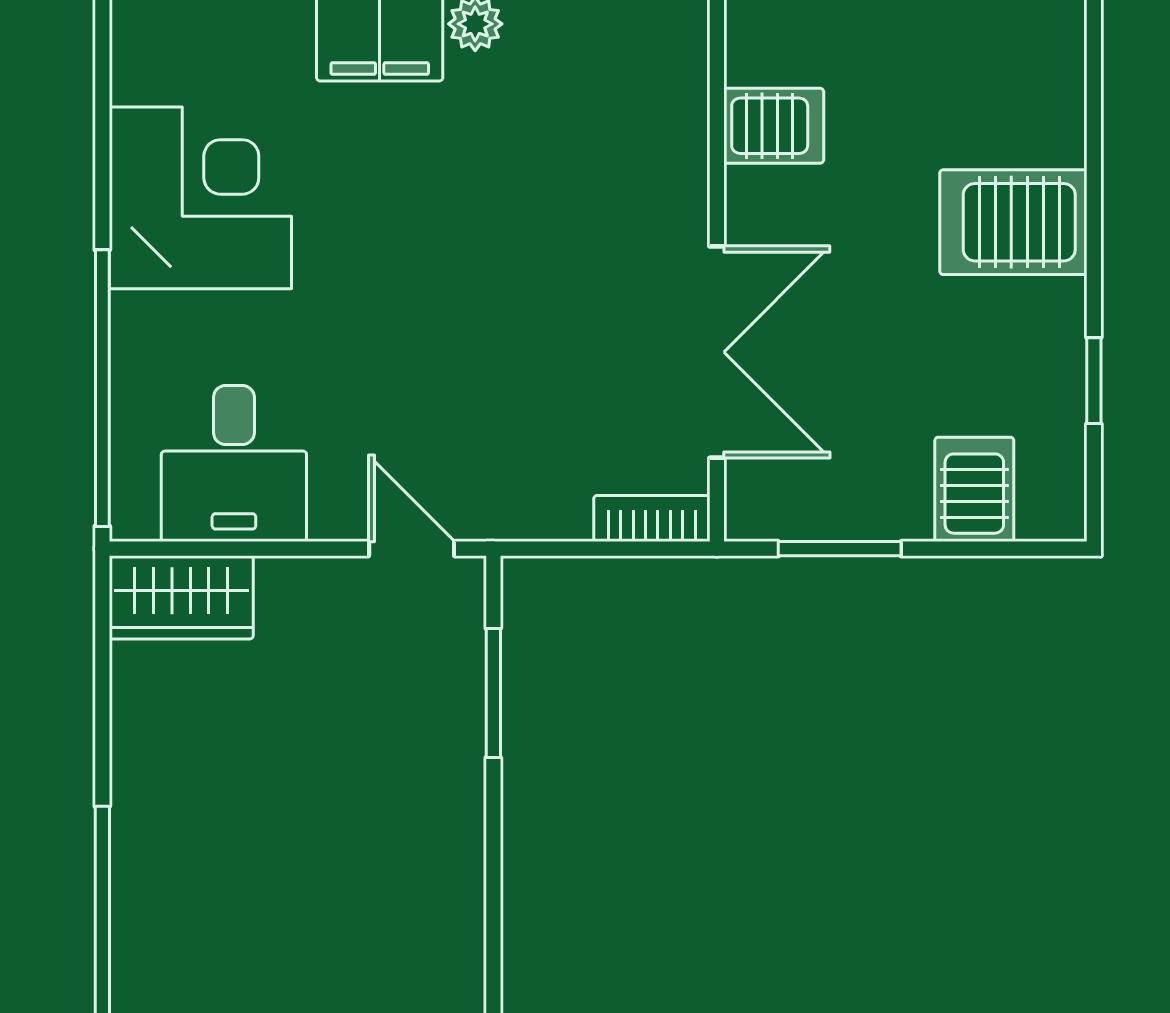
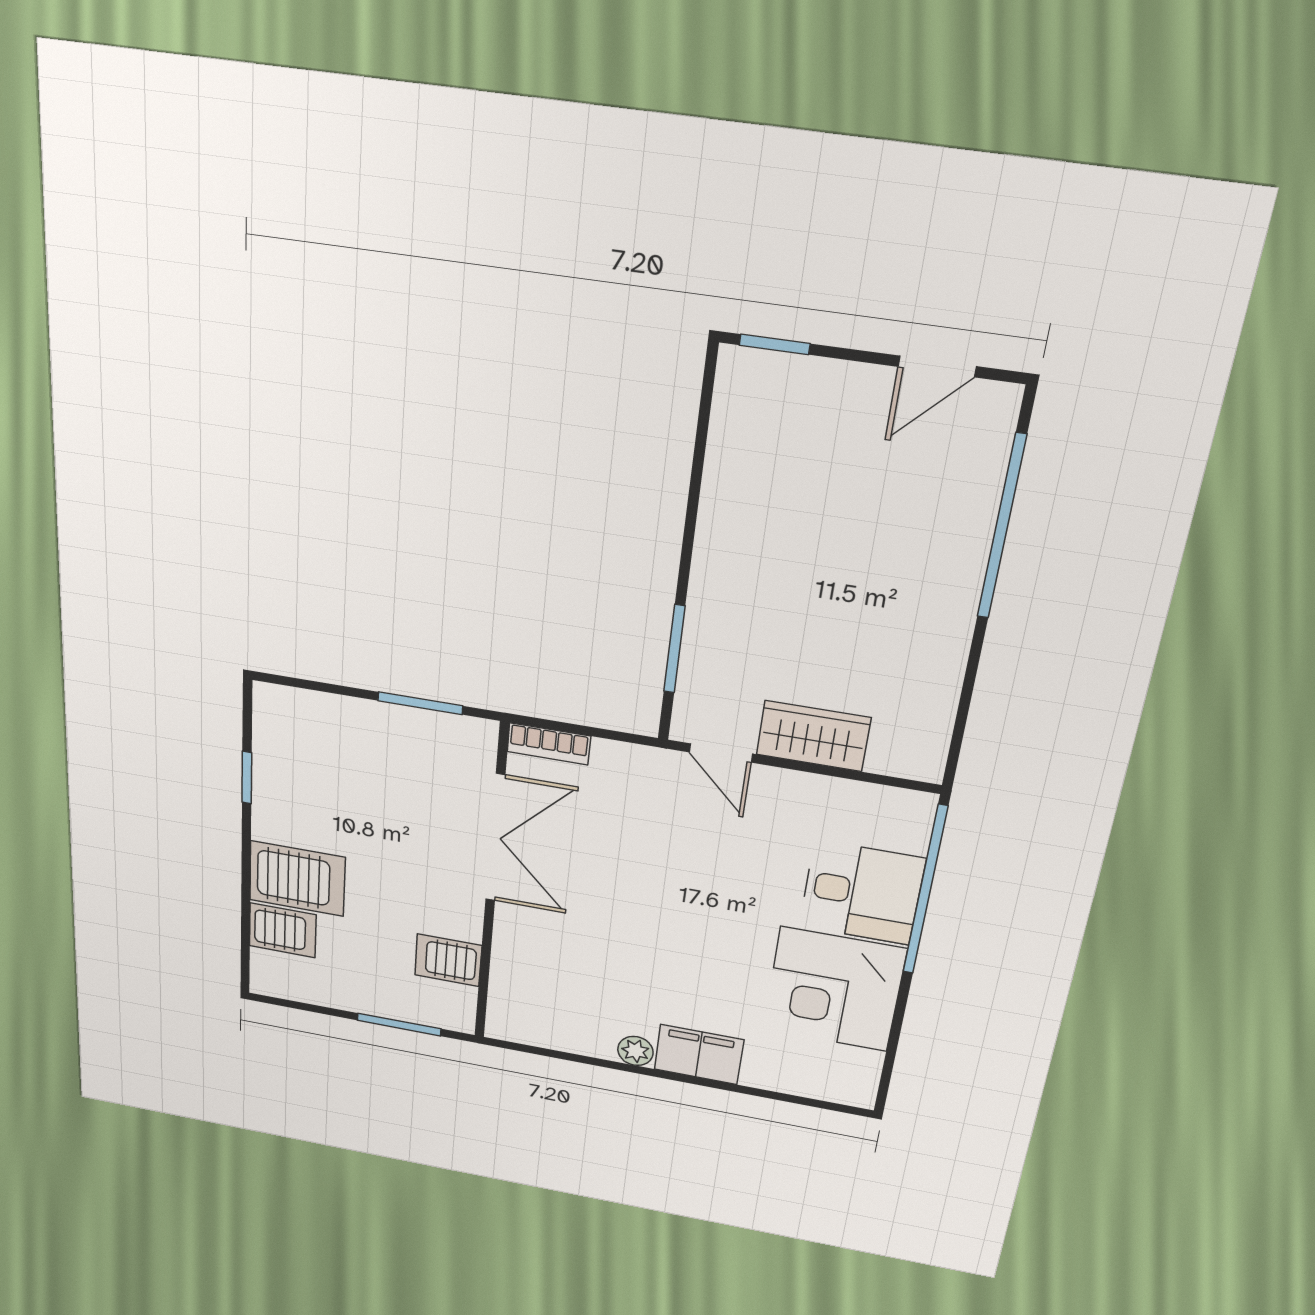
double door: (717, 352) -> (495, 838), swing flipped
desk: (234, 464) -> (862, 893), moved, turned 90
server rack: (974, 489) -> (283, 930), moved, turned -90
wardrobe: (181, 597) -> (813, 736), moved

